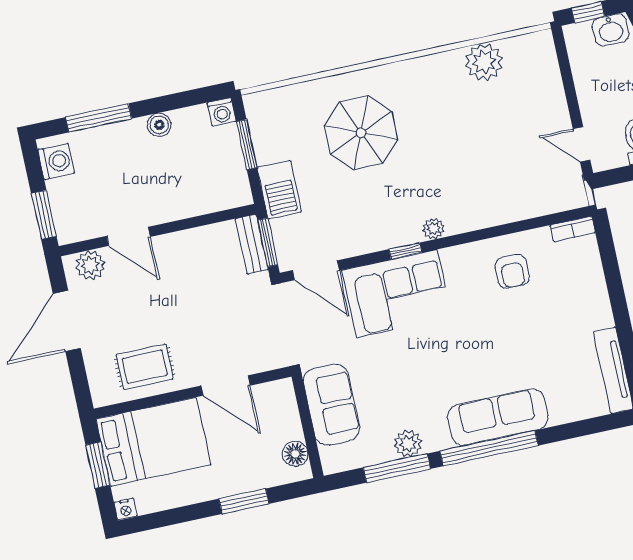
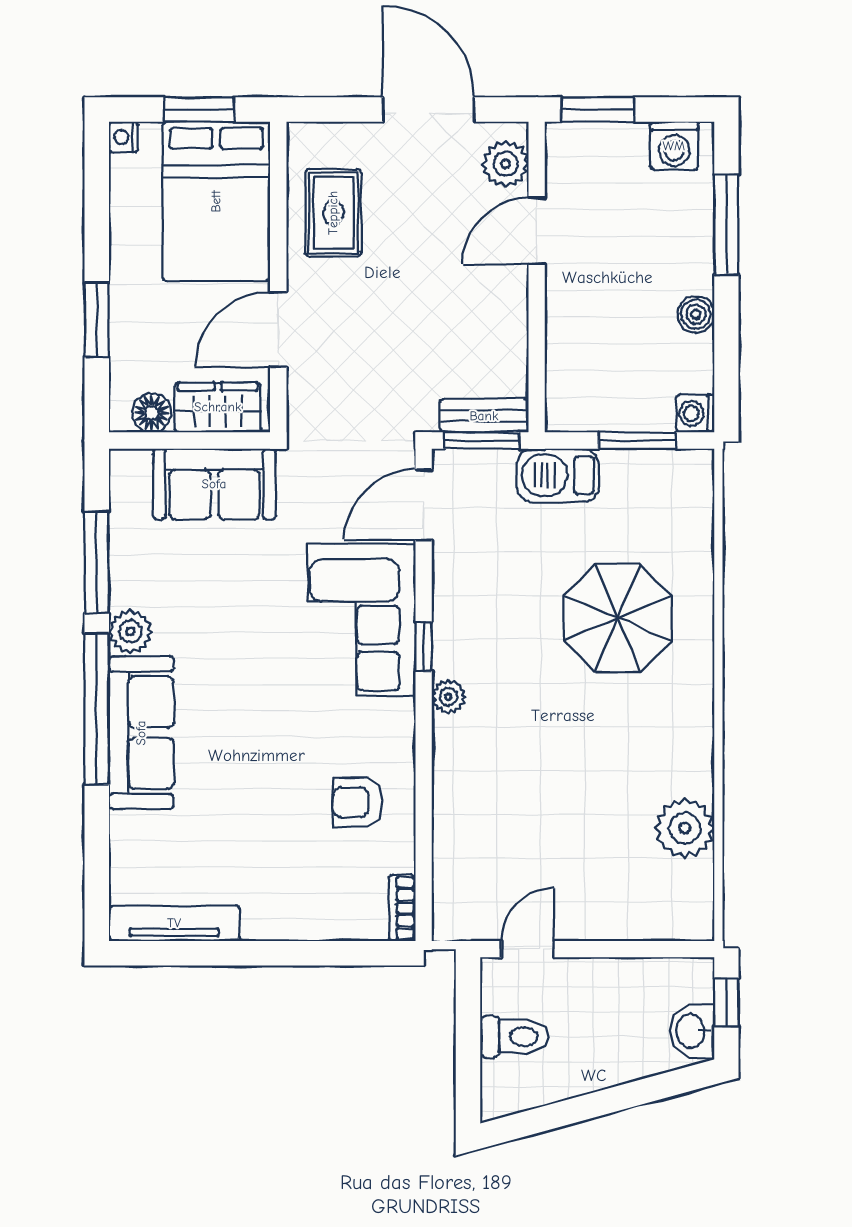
wardrobe: (283, 413) -> (218, 407), added
plant: (408, 444) -> (130, 632), moved

